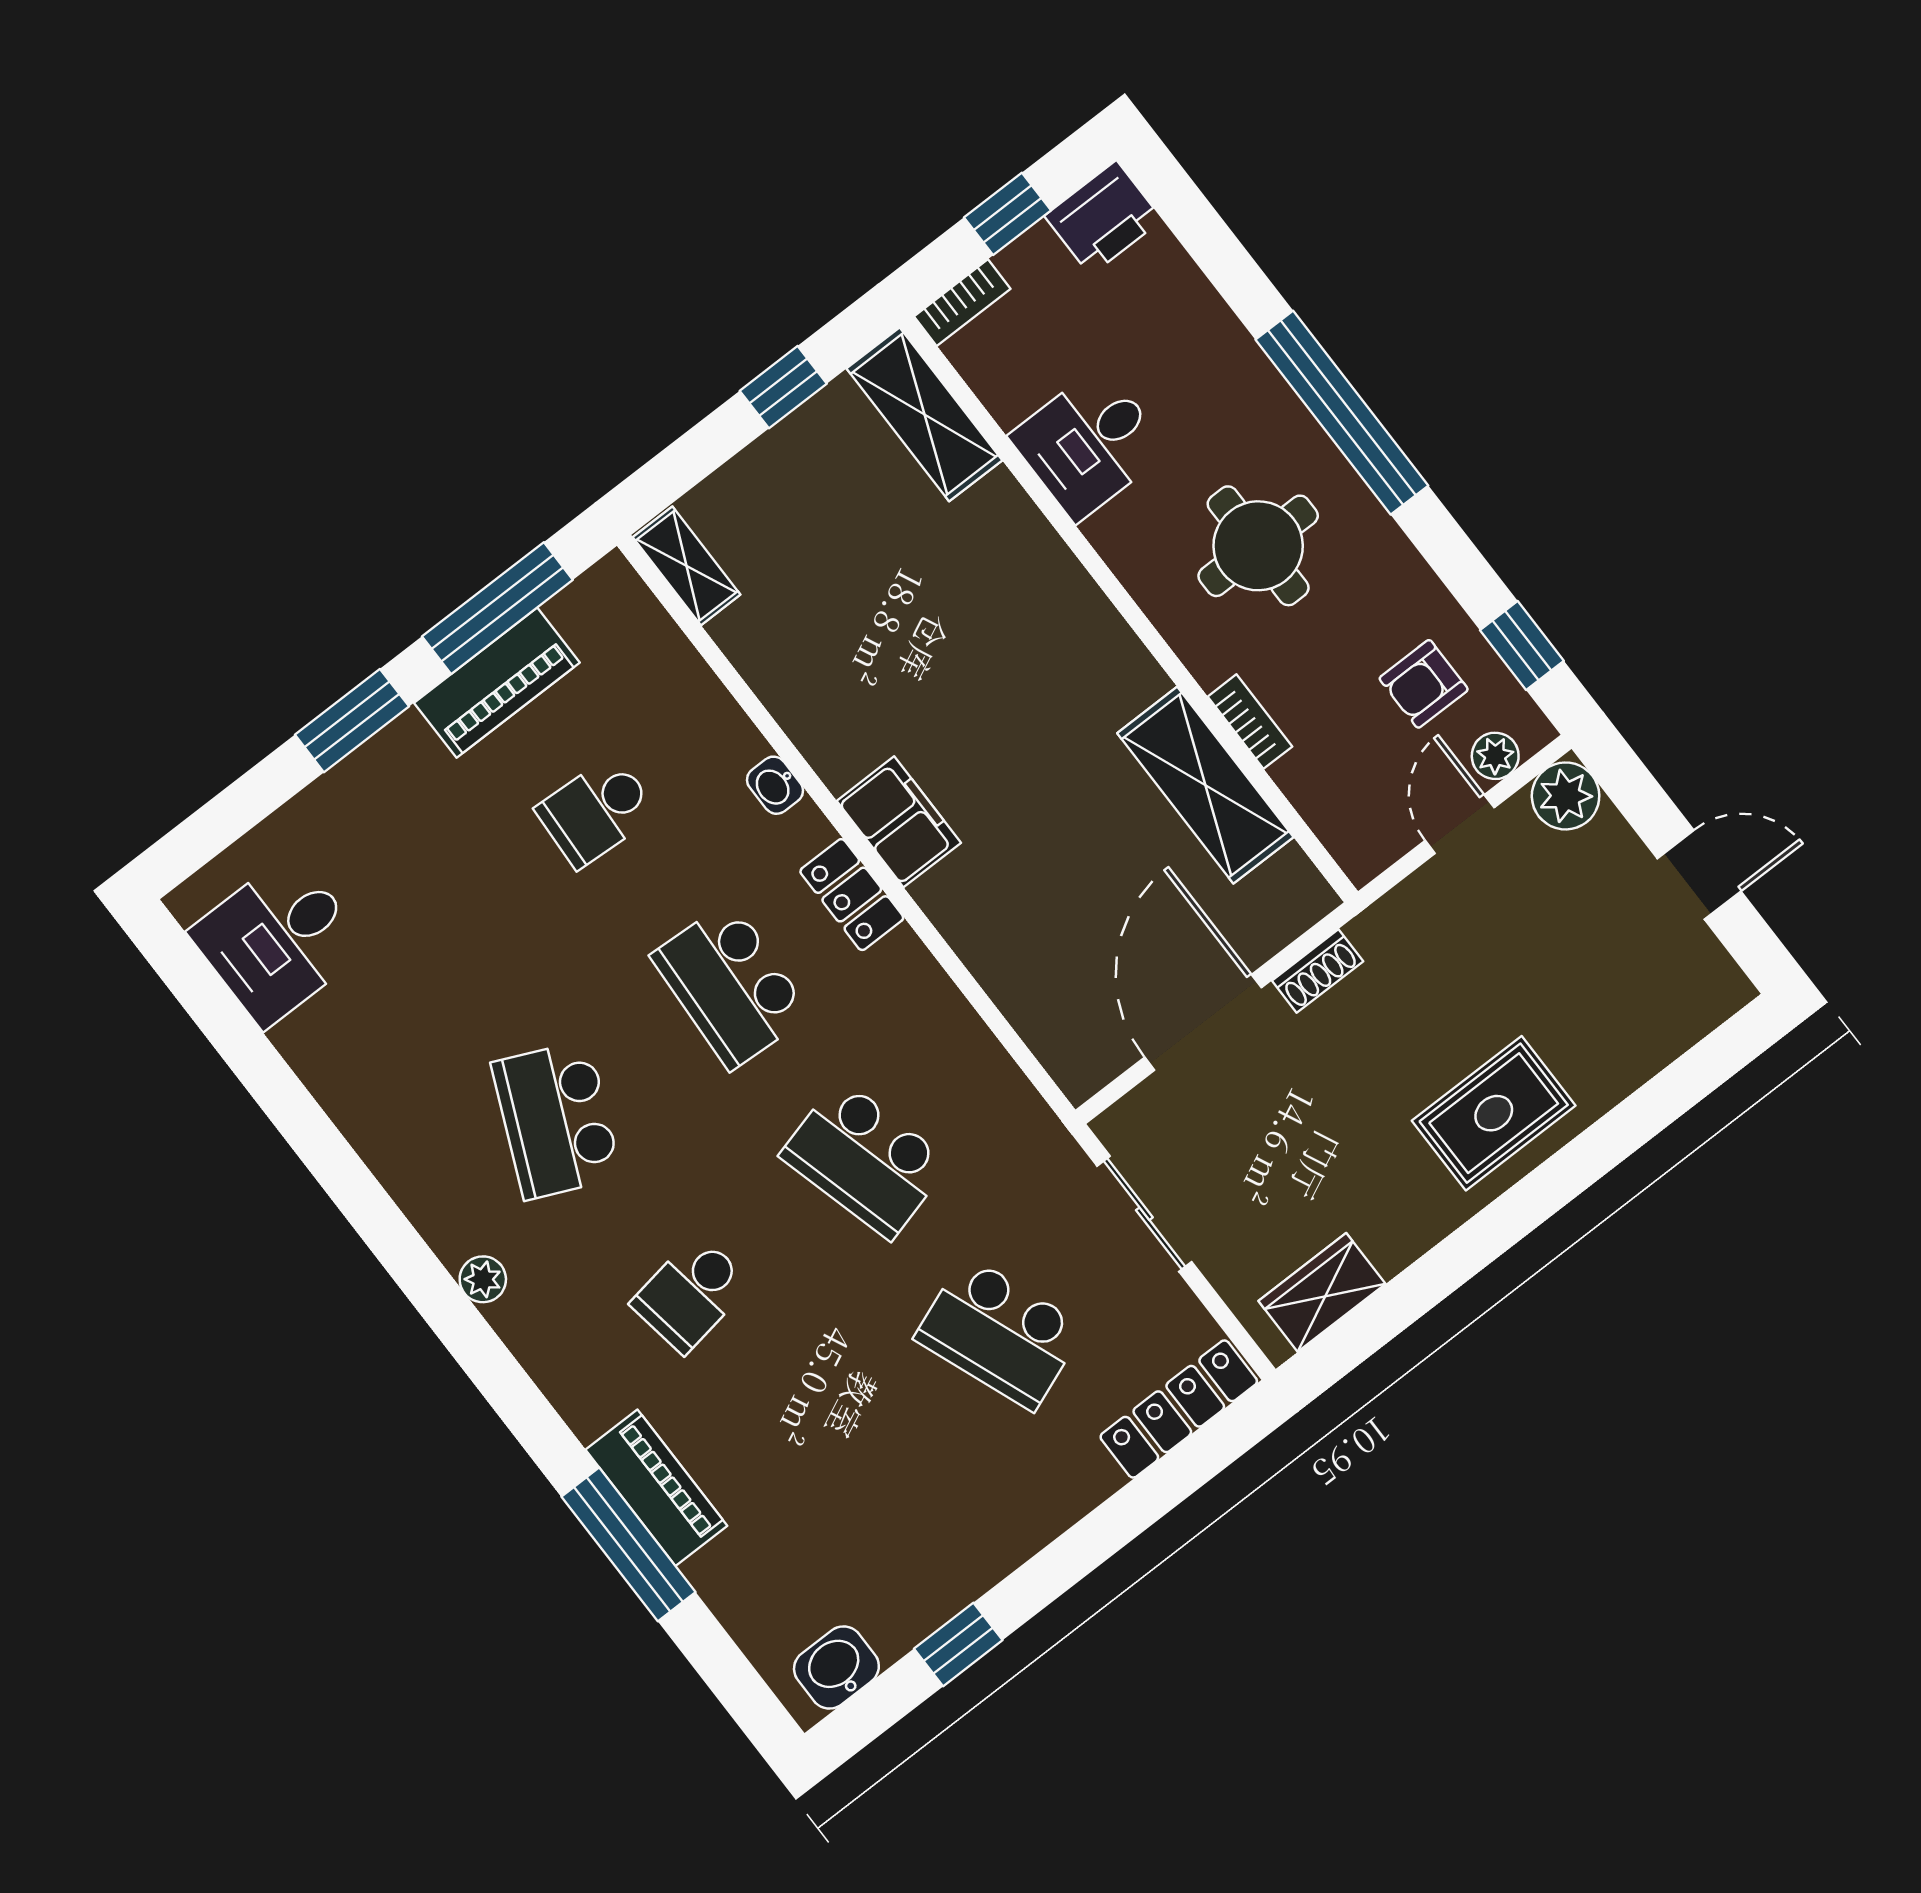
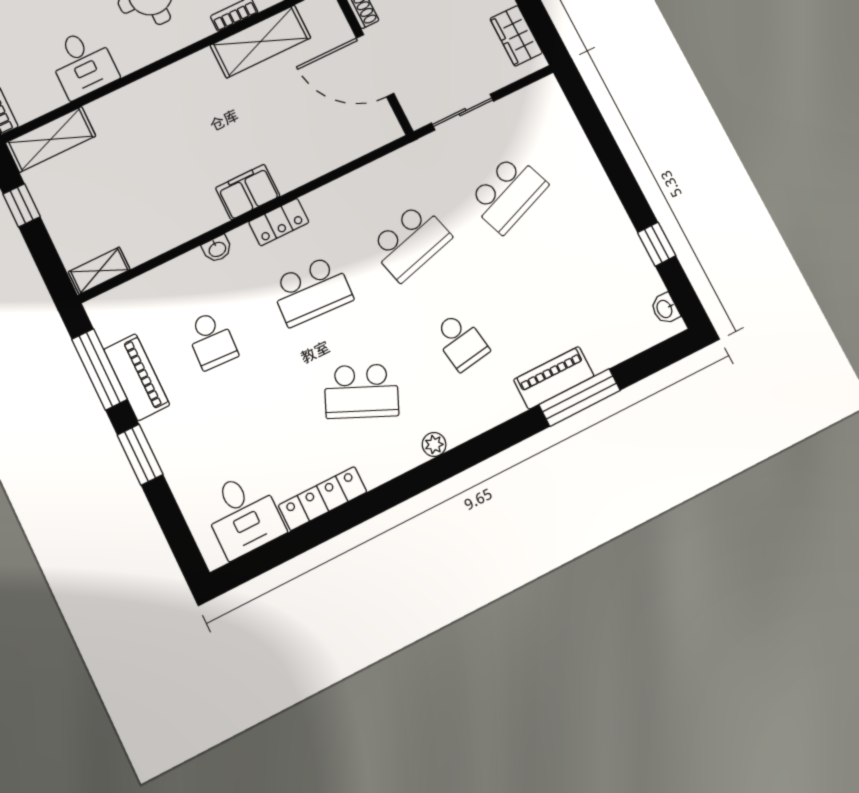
locker: (1179, 1409) -> (323, 499), moved, turned 90
washbasin: (836, 1667) -> (665, 309), width x0.72, depth x0.69

